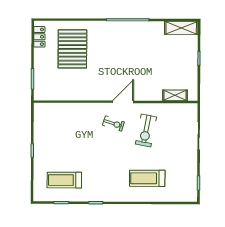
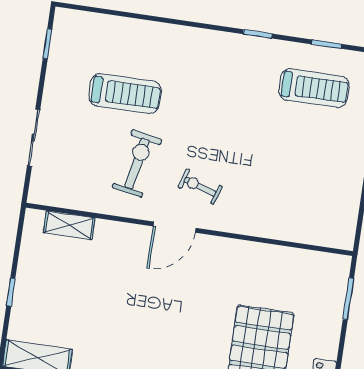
treadmill: (147, 178) -> (125, 94), moved

